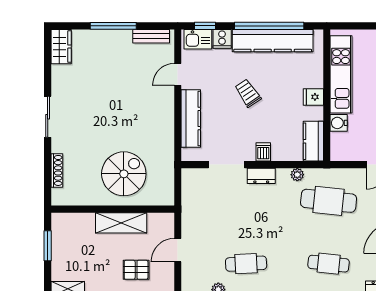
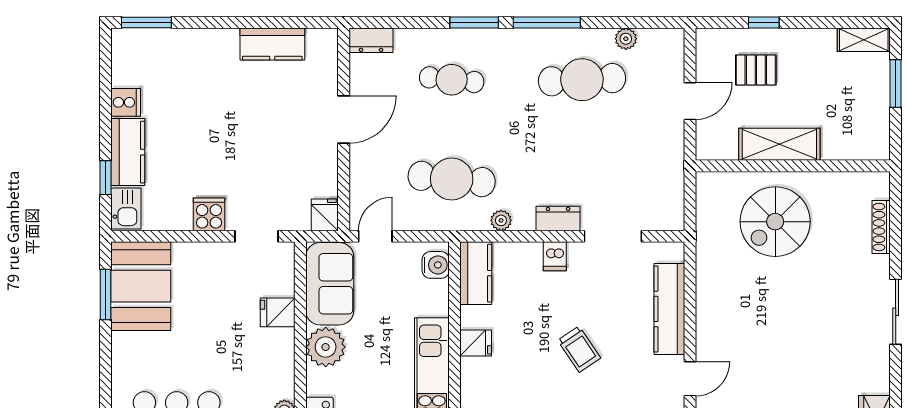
water cooler: (339, 123) -> (436, 265), moved
window: (48, 246) -> (896, 84), moved
cafe table: (246, 264) -> (582, 80), width x1.37, depth x1.35

